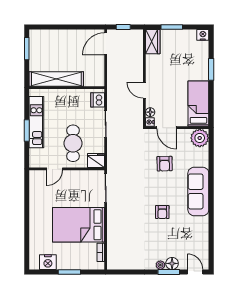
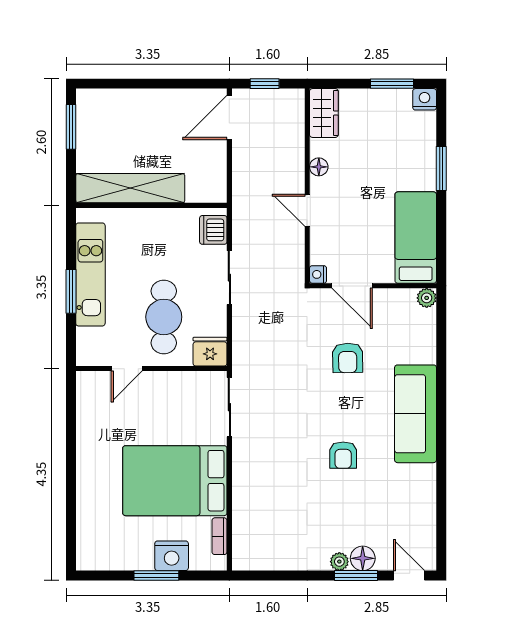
window: (172, 27) -> (392, 84), moved
floor lamp: (150, 112) -> (319, 167), moved
plant: (200, 138) -> (427, 298), width x0.53, depth x0.53
nightstand: (48, 262) -> (172, 556), moved

